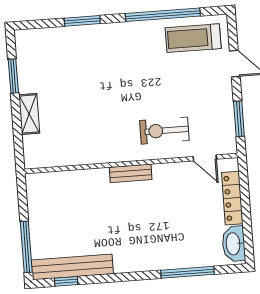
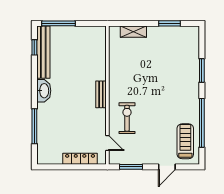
shelving: (29, 114) -> (133, 32), moved
door: (205, 158) -> (107, 143), swing flipped
washbasin: (234, 244) -> (44, 91), moved, turned 90

